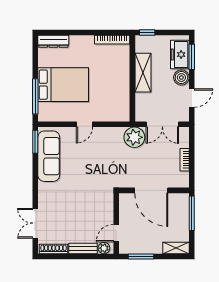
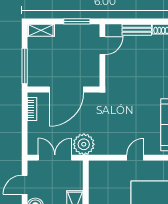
bookcase: (185, 160) -> (32, 109), moved
door: (151, 190) -> (66, 90), swing flipped
plant: (104, 248) -> (115, 30), removed

